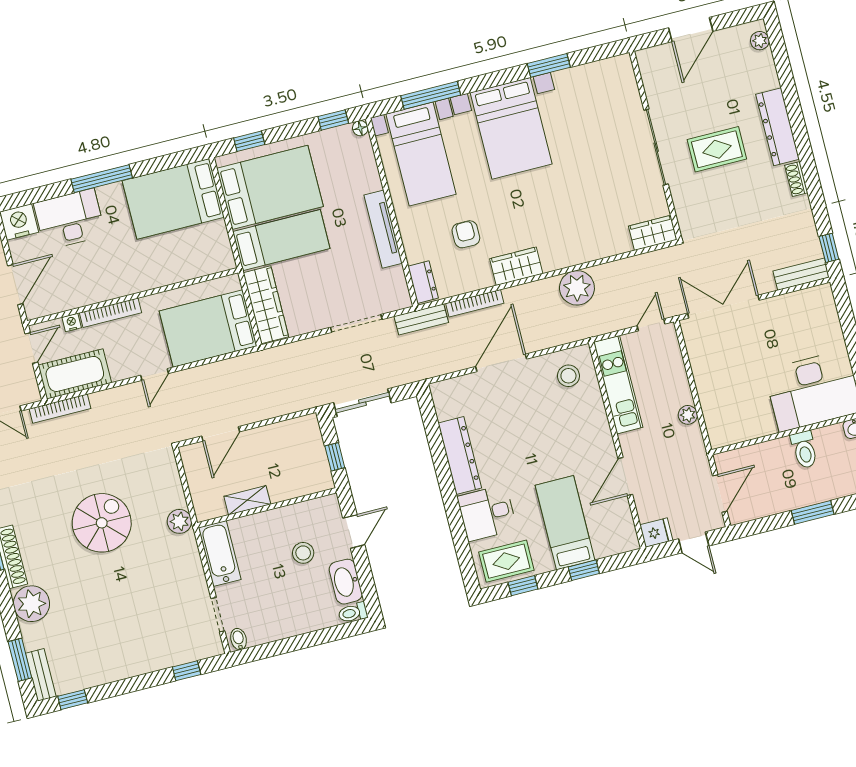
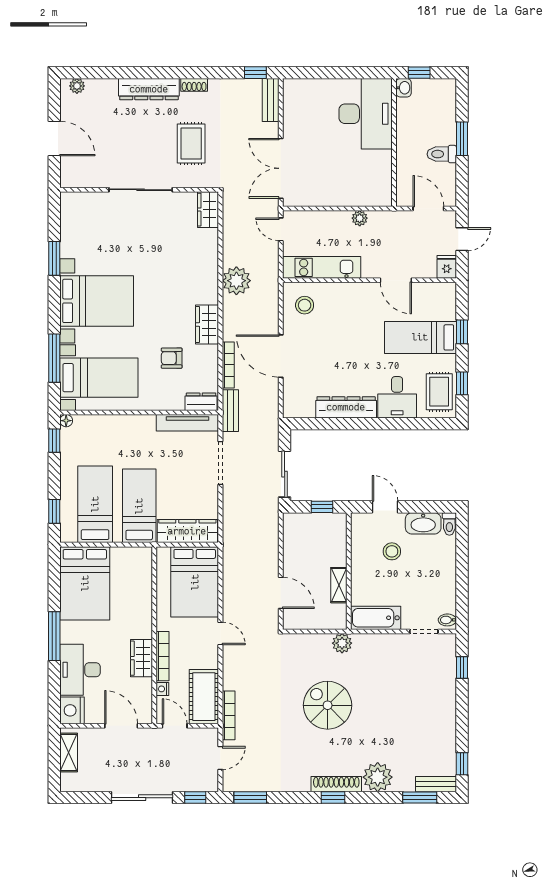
rug: (717, 149) -> (191, 144), moved
bed: (270, 187) -> (95, 504), width x0.67
tv unit: (383, 229) -> (187, 423), moved
wardrobe: (102, 288) -> (142, 658), added
toilet: (804, 450) -> (442, 154), moved, turned 180

